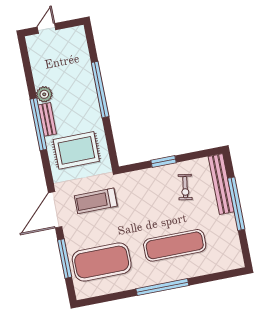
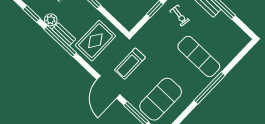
window: (28, 73) -> (32, 14), added
exercise mat: (175, 245) -> (199, 56), turned 90

